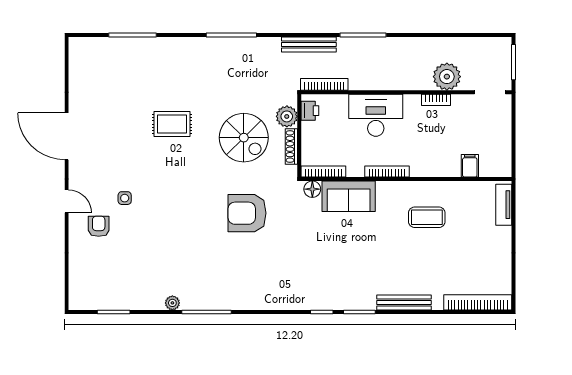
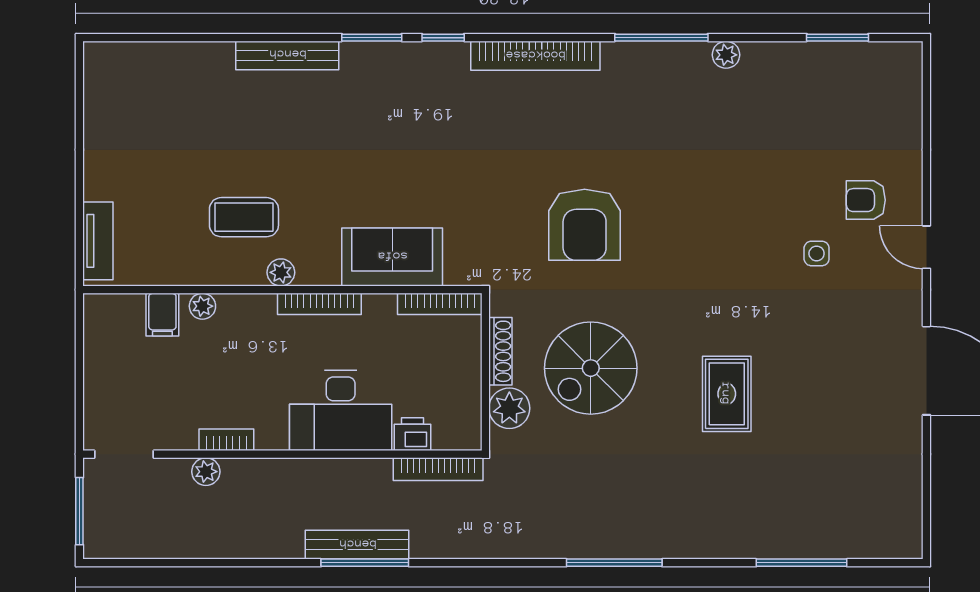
bench: (309, 44) -> (357, 545), moved
plant: (447, 77) -> (206, 472), width x0.53, depth x0.53
printer: (310, 111) -> (413, 434), moved, turned 90
rug: (172, 124) -> (727, 394), turned 90
spiral stairs: (244, 138) -> (591, 368), turned -90
plant: (449, 170) -> (202, 306), added
plant: (407, 188) -> (281, 272), added
floor lamp: (312, 189) -> (461, 270), removed
armchair: (247, 213) -> (585, 225), turned 90
armchair: (99, 226) -> (866, 200), turned 90
bookcase: (478, 302) -> (535, 56), moved

